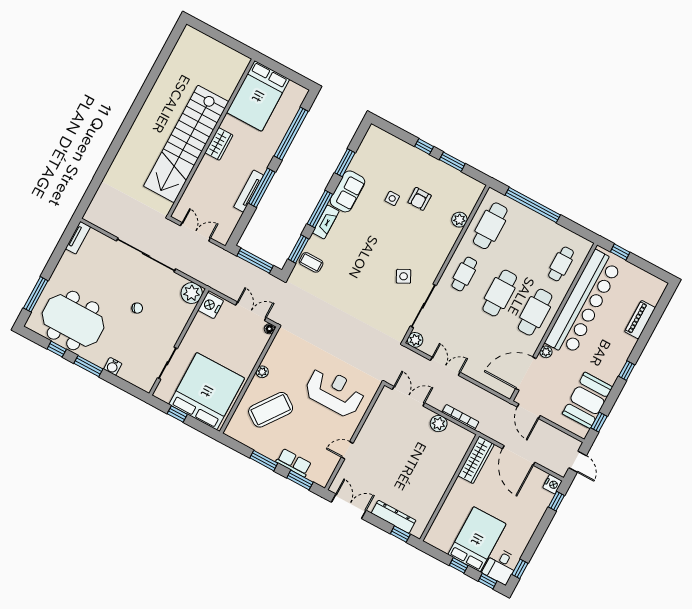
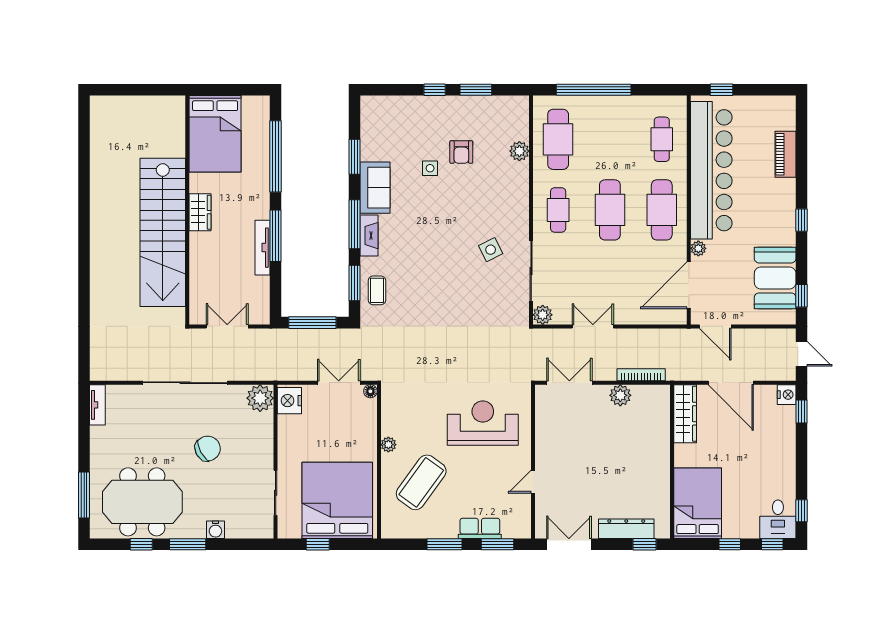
coffee table: (311, 262) -> (377, 290), turned 90
chair: (137, 308) -> (208, 448), width x1.87, depth x1.87
bed: (477, 539) -> (698, 503), moved

